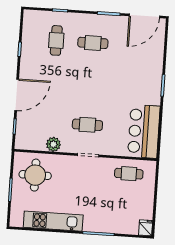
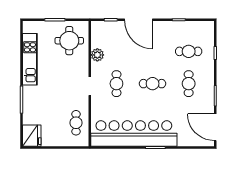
cafe table: (90, 84) -> (153, 84), added
bar counter: (144, 131) -> (134, 134), width x1.86
fridge: (146, 228) -> (32, 136), width x1.88, depth x1.34

